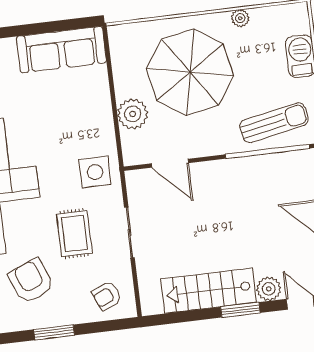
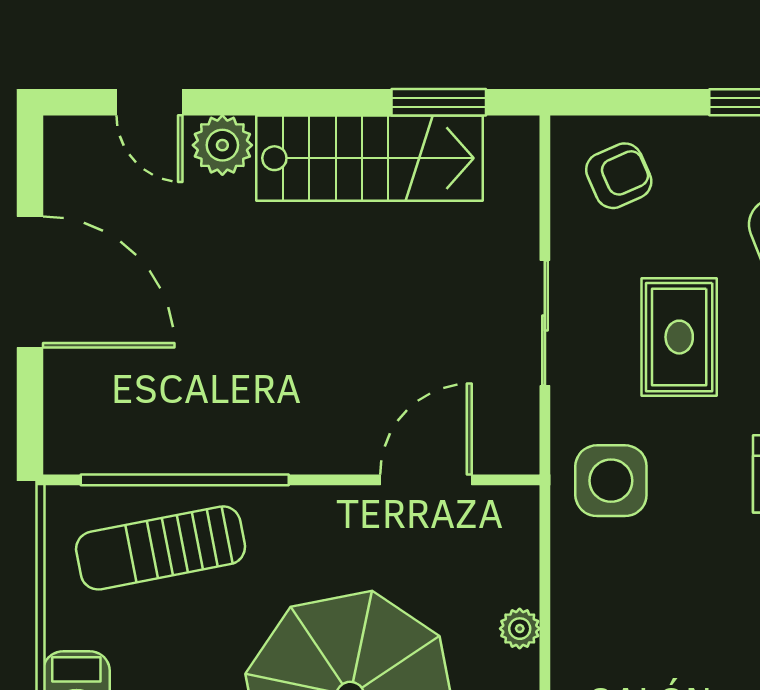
plant: (133, 114) -> (520, 629), width x0.53, depth x0.53
door: (170, 163) -> (426, 480), hinge flipped
window: (240, 310) -> (439, 102), moved

